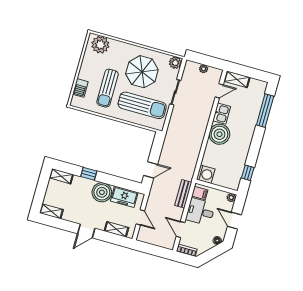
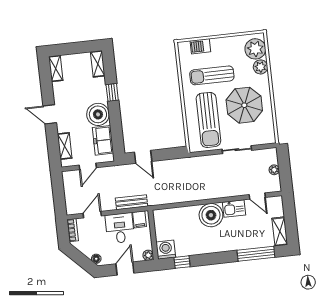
plant: (175, 63) -> (261, 67), moved
shelving: (237, 79) -> (280, 231), moved
washing machine: (206, 174) -> (166, 250), moved, turned 180

